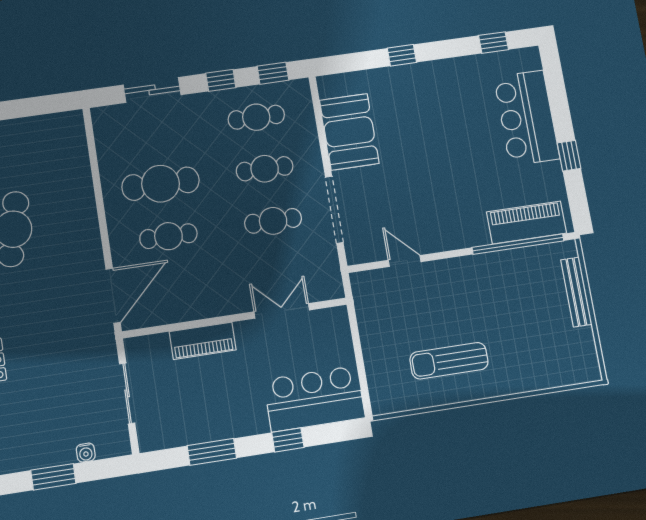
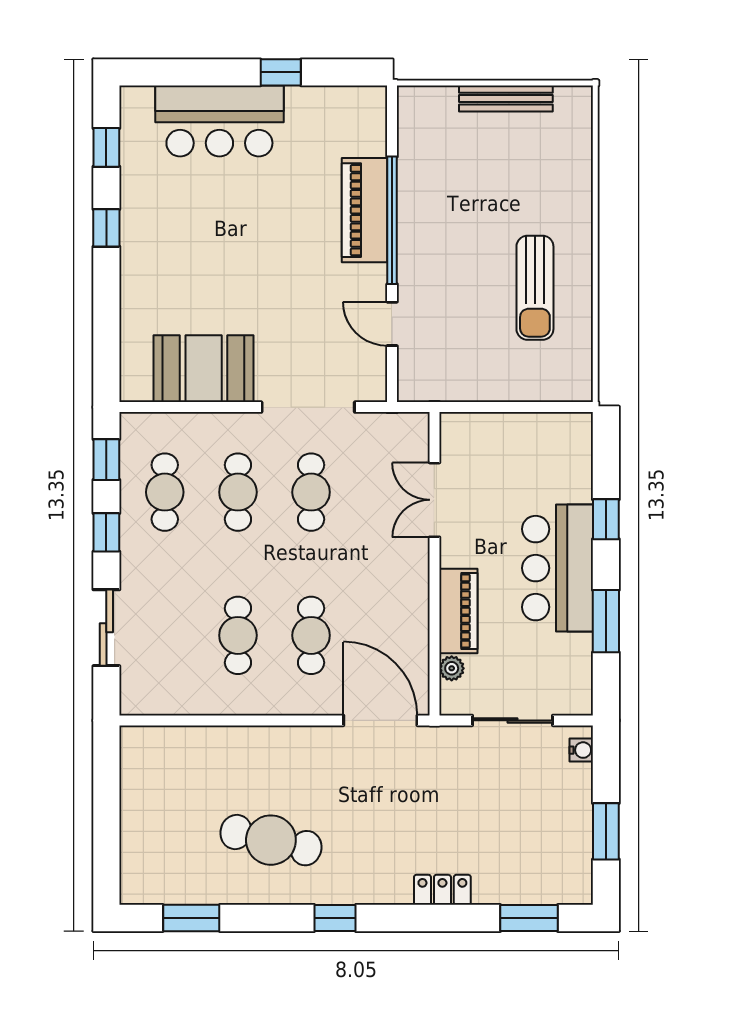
window: (402, 55) -> (106, 228), moved
cafe table: (161, 184) -> (238, 635), width x0.73, depth x0.74
piano: (527, 223) -> (365, 210), moved
window: (518, 244) -> (392, 220), moved
door: (405, 261) -> (392, 324), hinge flipped
bench: (576, 292) -> (506, 99), moved
plant: (159, 342) -> (452, 668), added
bar counter: (314, 399) -> (558, 568), moved
water cooler: (86, 453) -> (581, 750), moved

